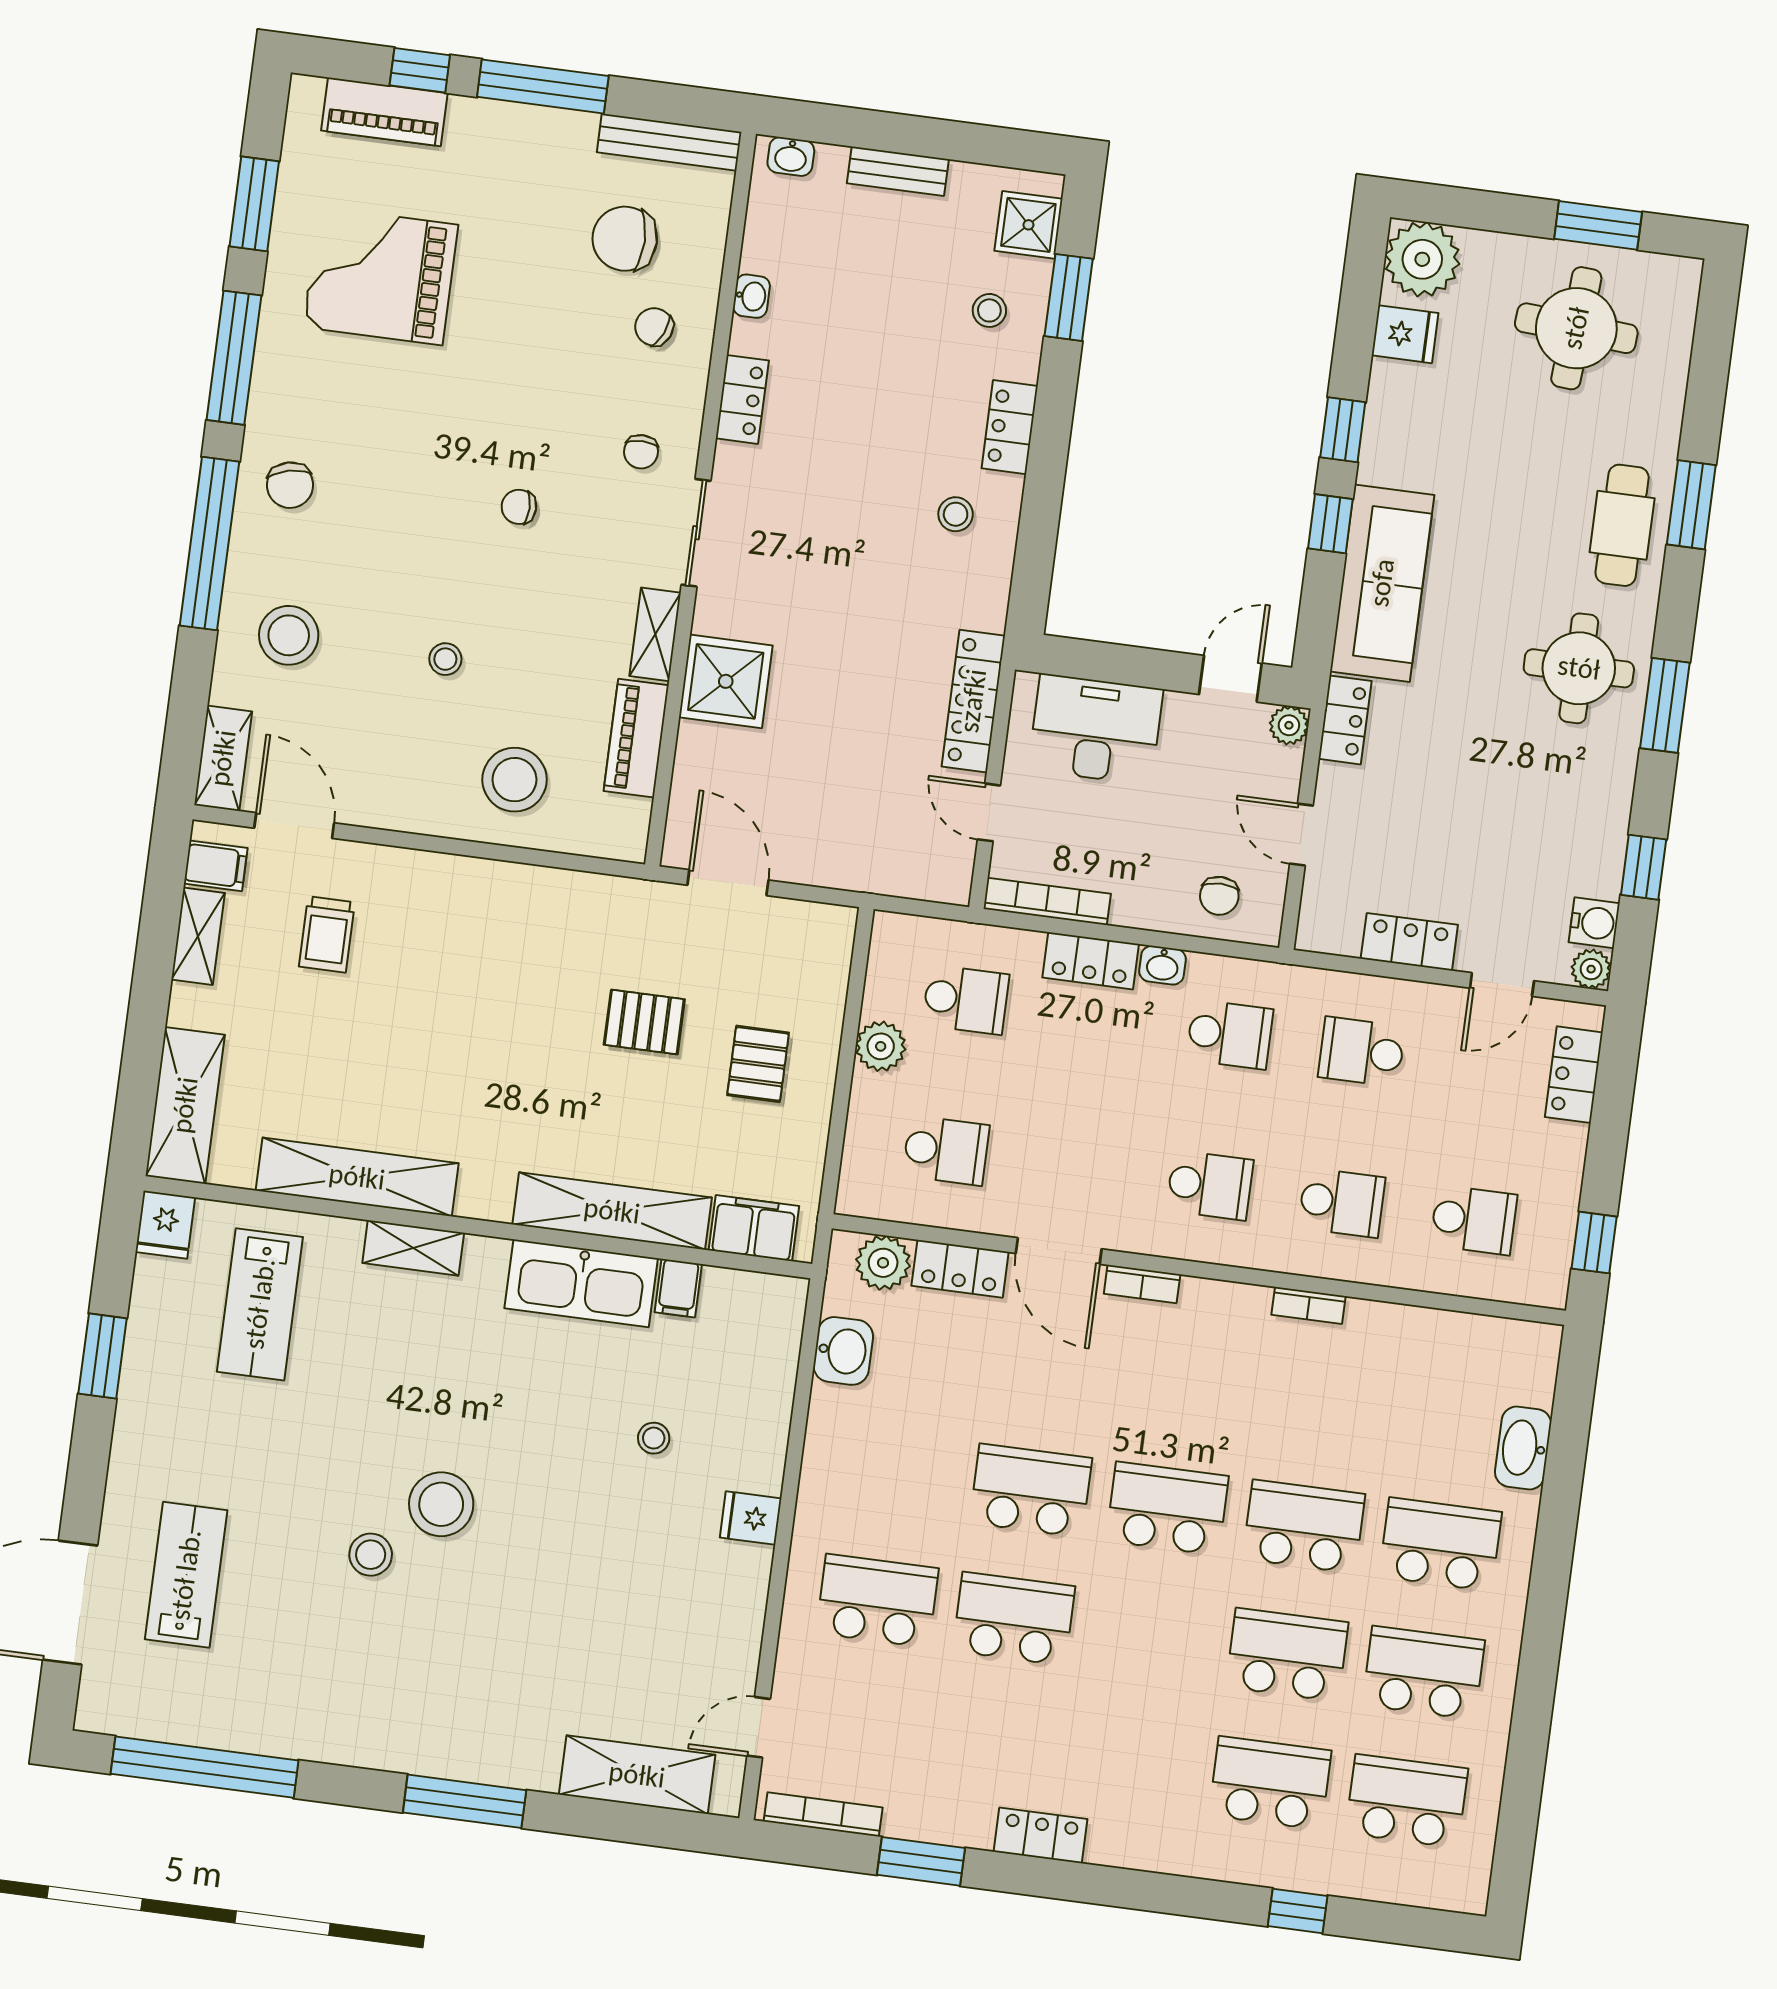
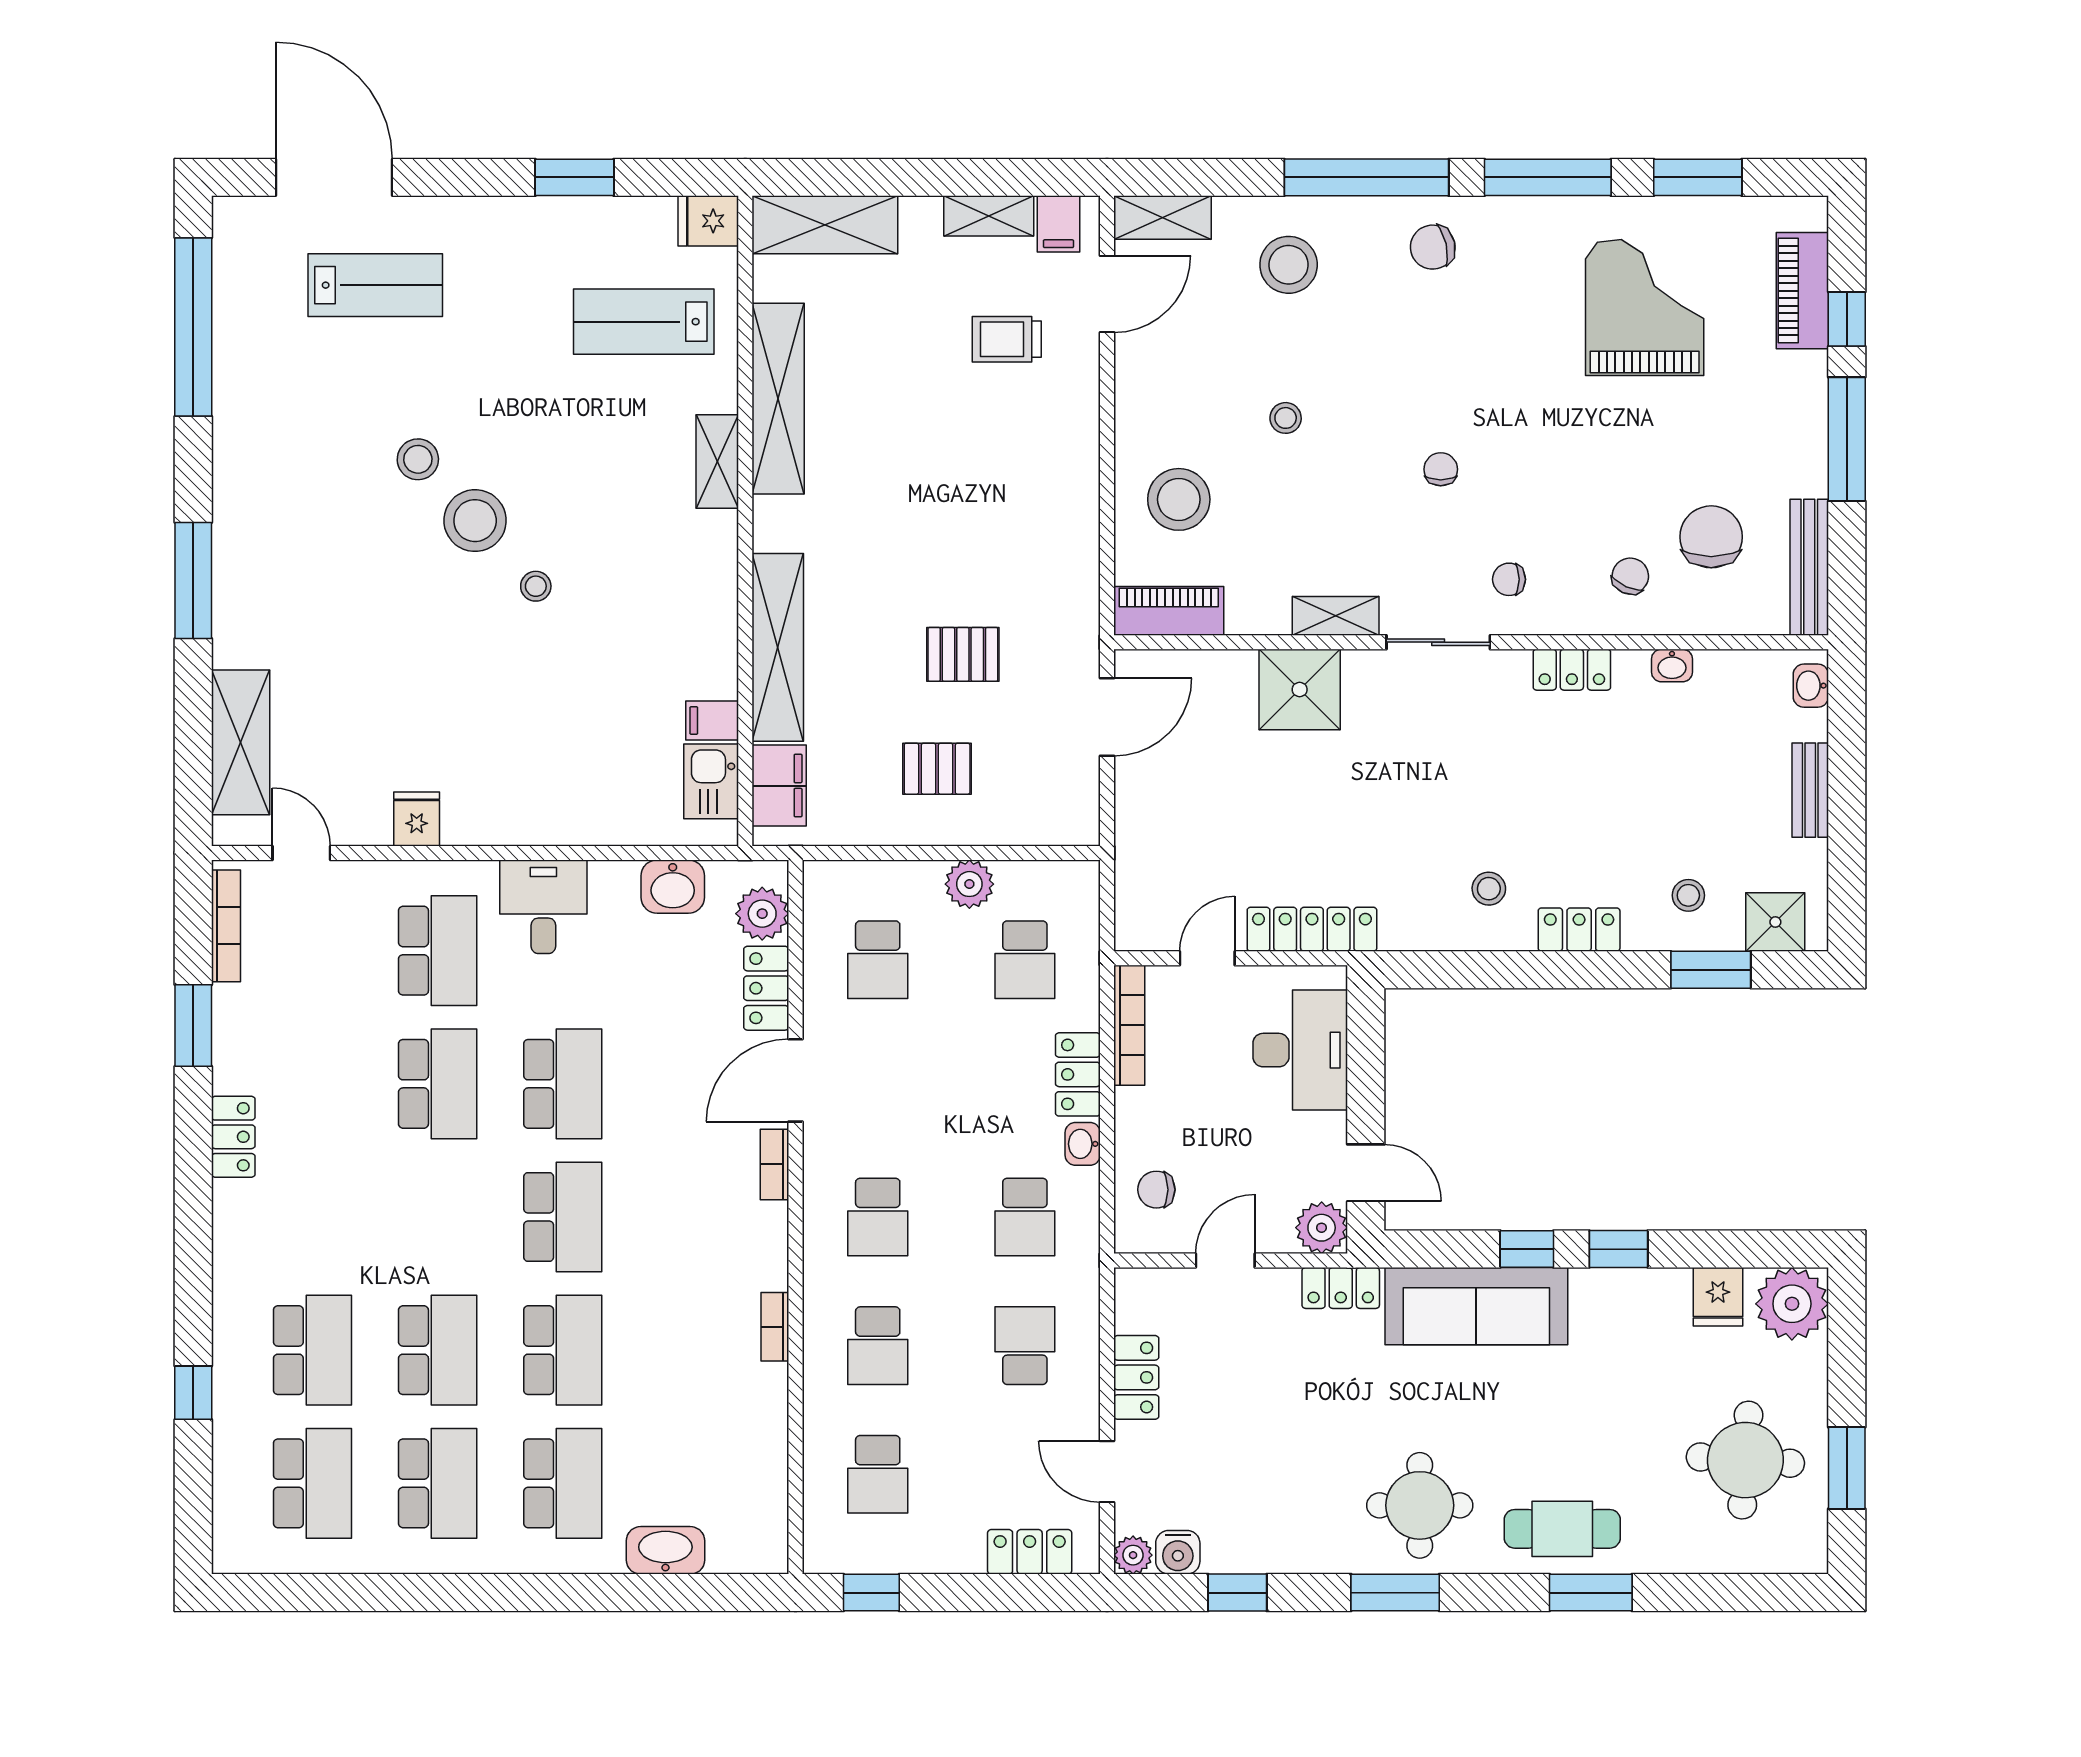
plant: (1289, 725) -> (1322, 1228), width x1.38, depth x1.38
piano: (636, 738) -> (1169, 611), moved
pallet: (644, 1022) -> (963, 654), turned 90
kitchen sink: (581, 1283) -> (711, 781), moved, width x0.53, depth x0.81
stool: (654, 1438) -> (536, 586), moved
desk: (846, 1486) -> (543, 907), added
fridge: (751, 1518) -> (417, 819), moved

